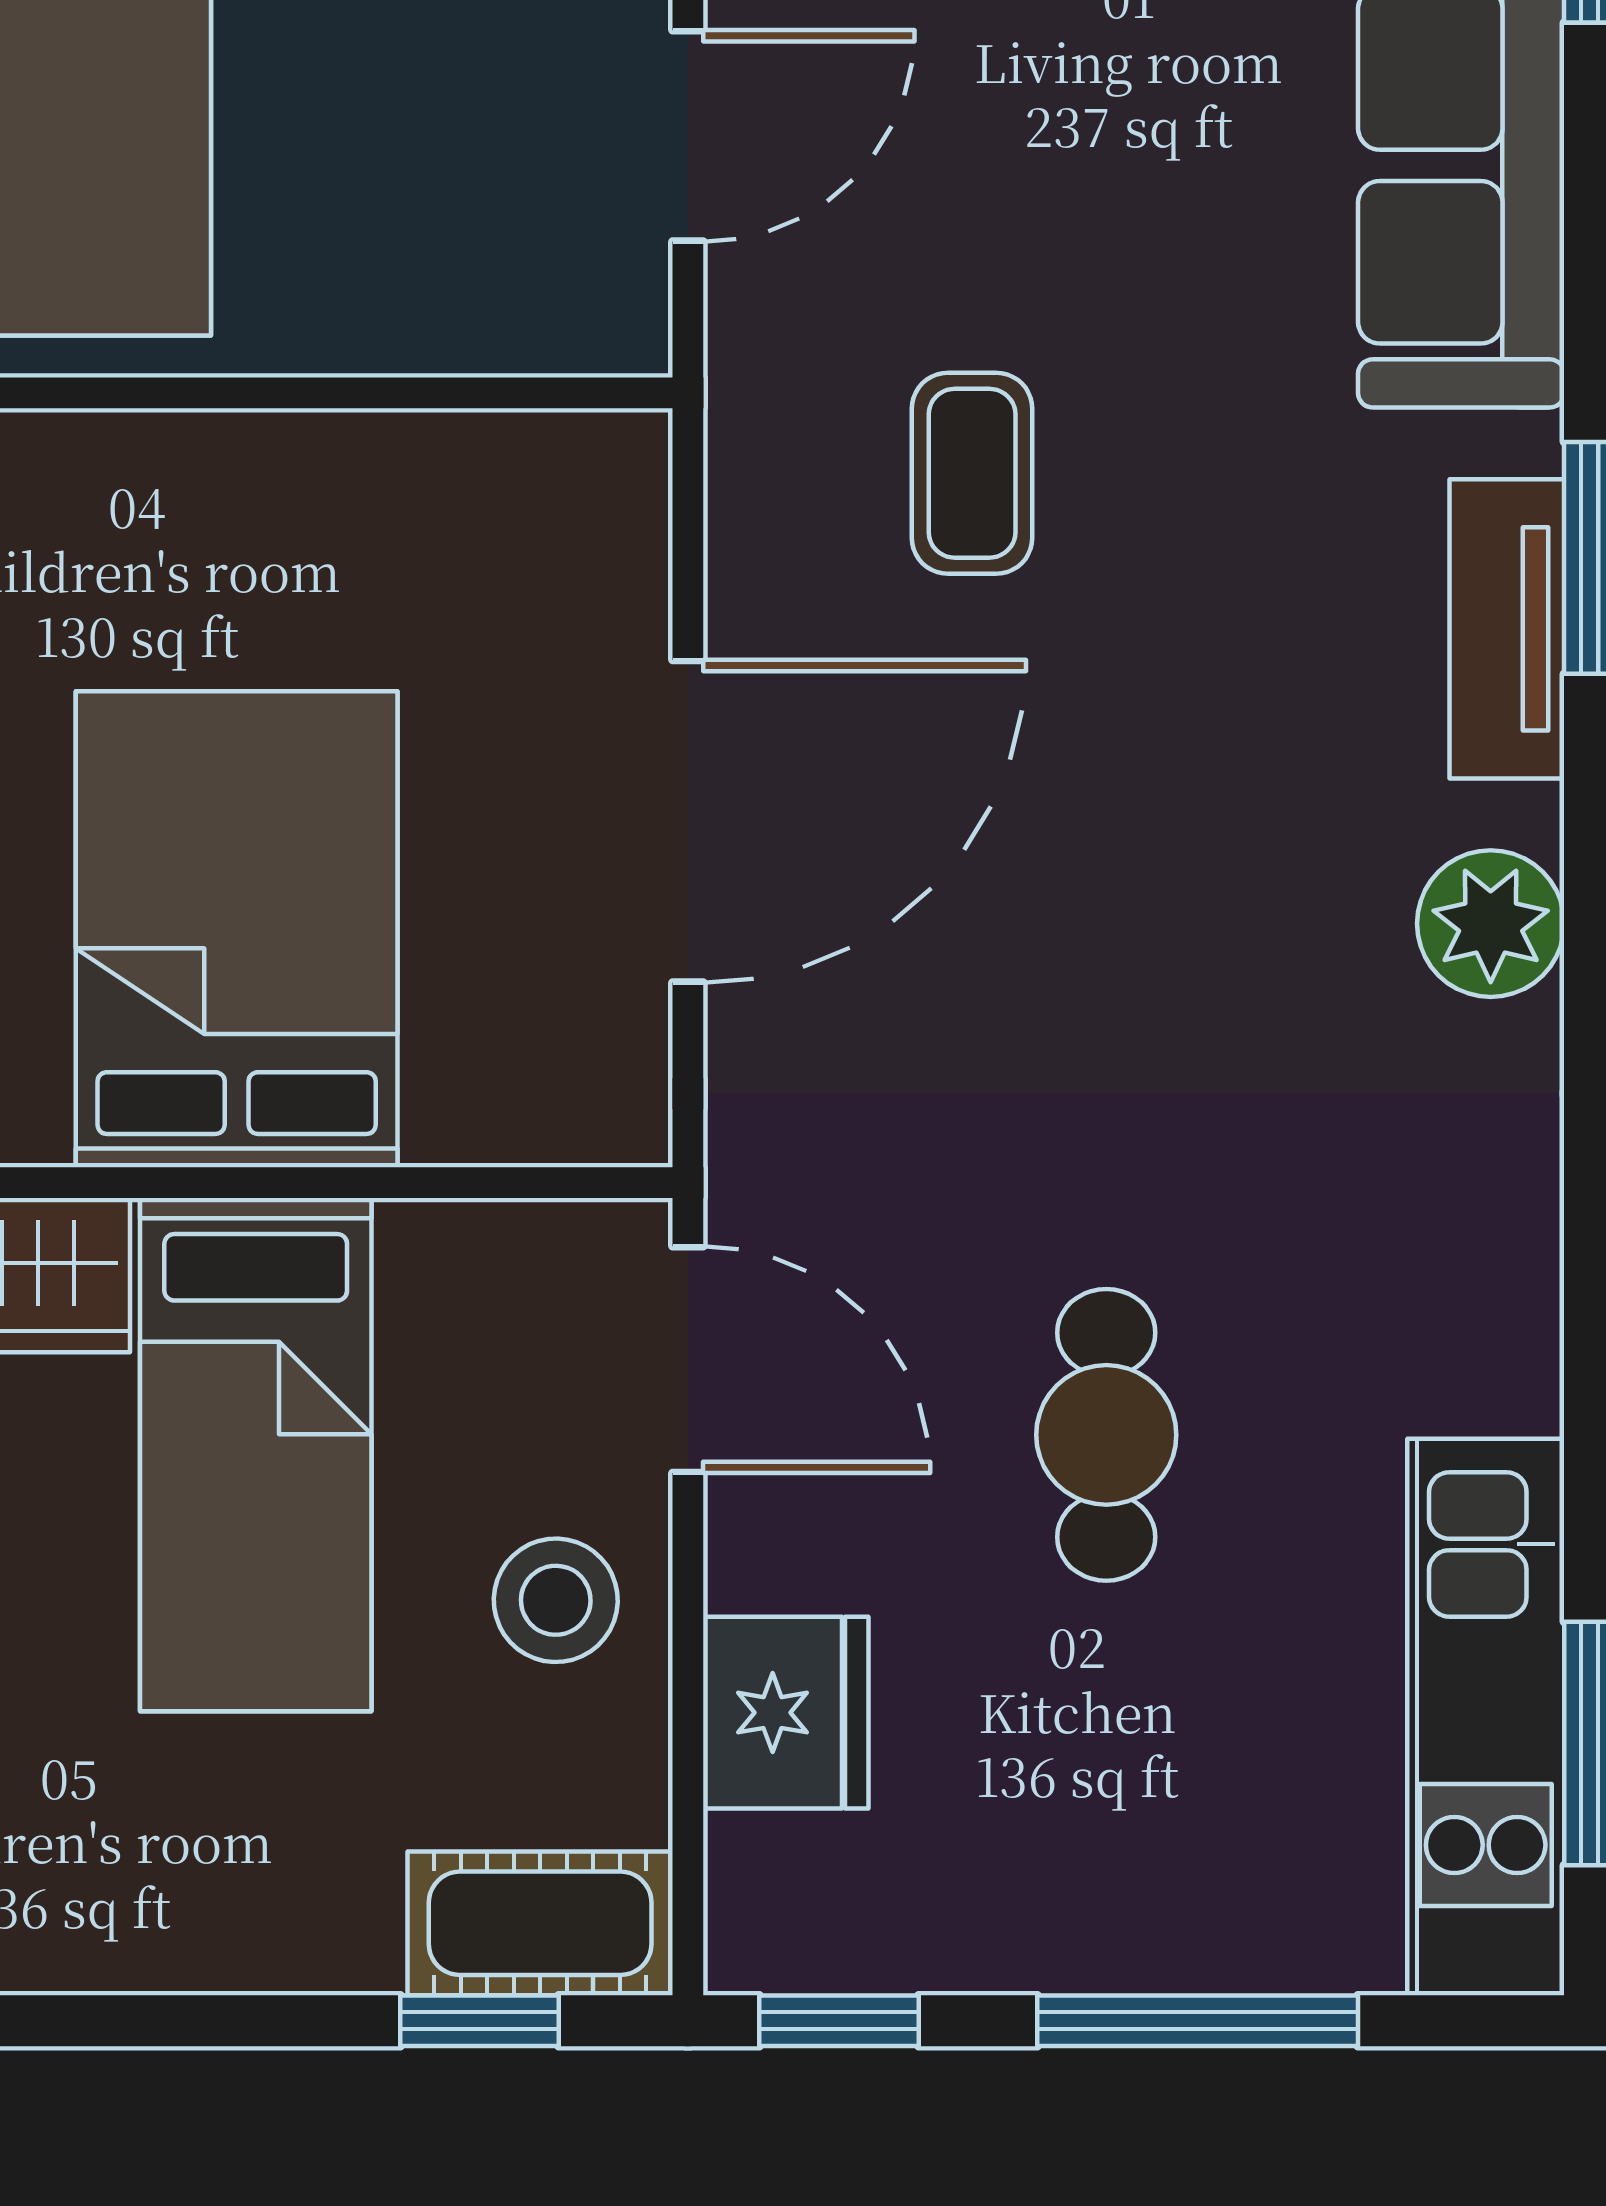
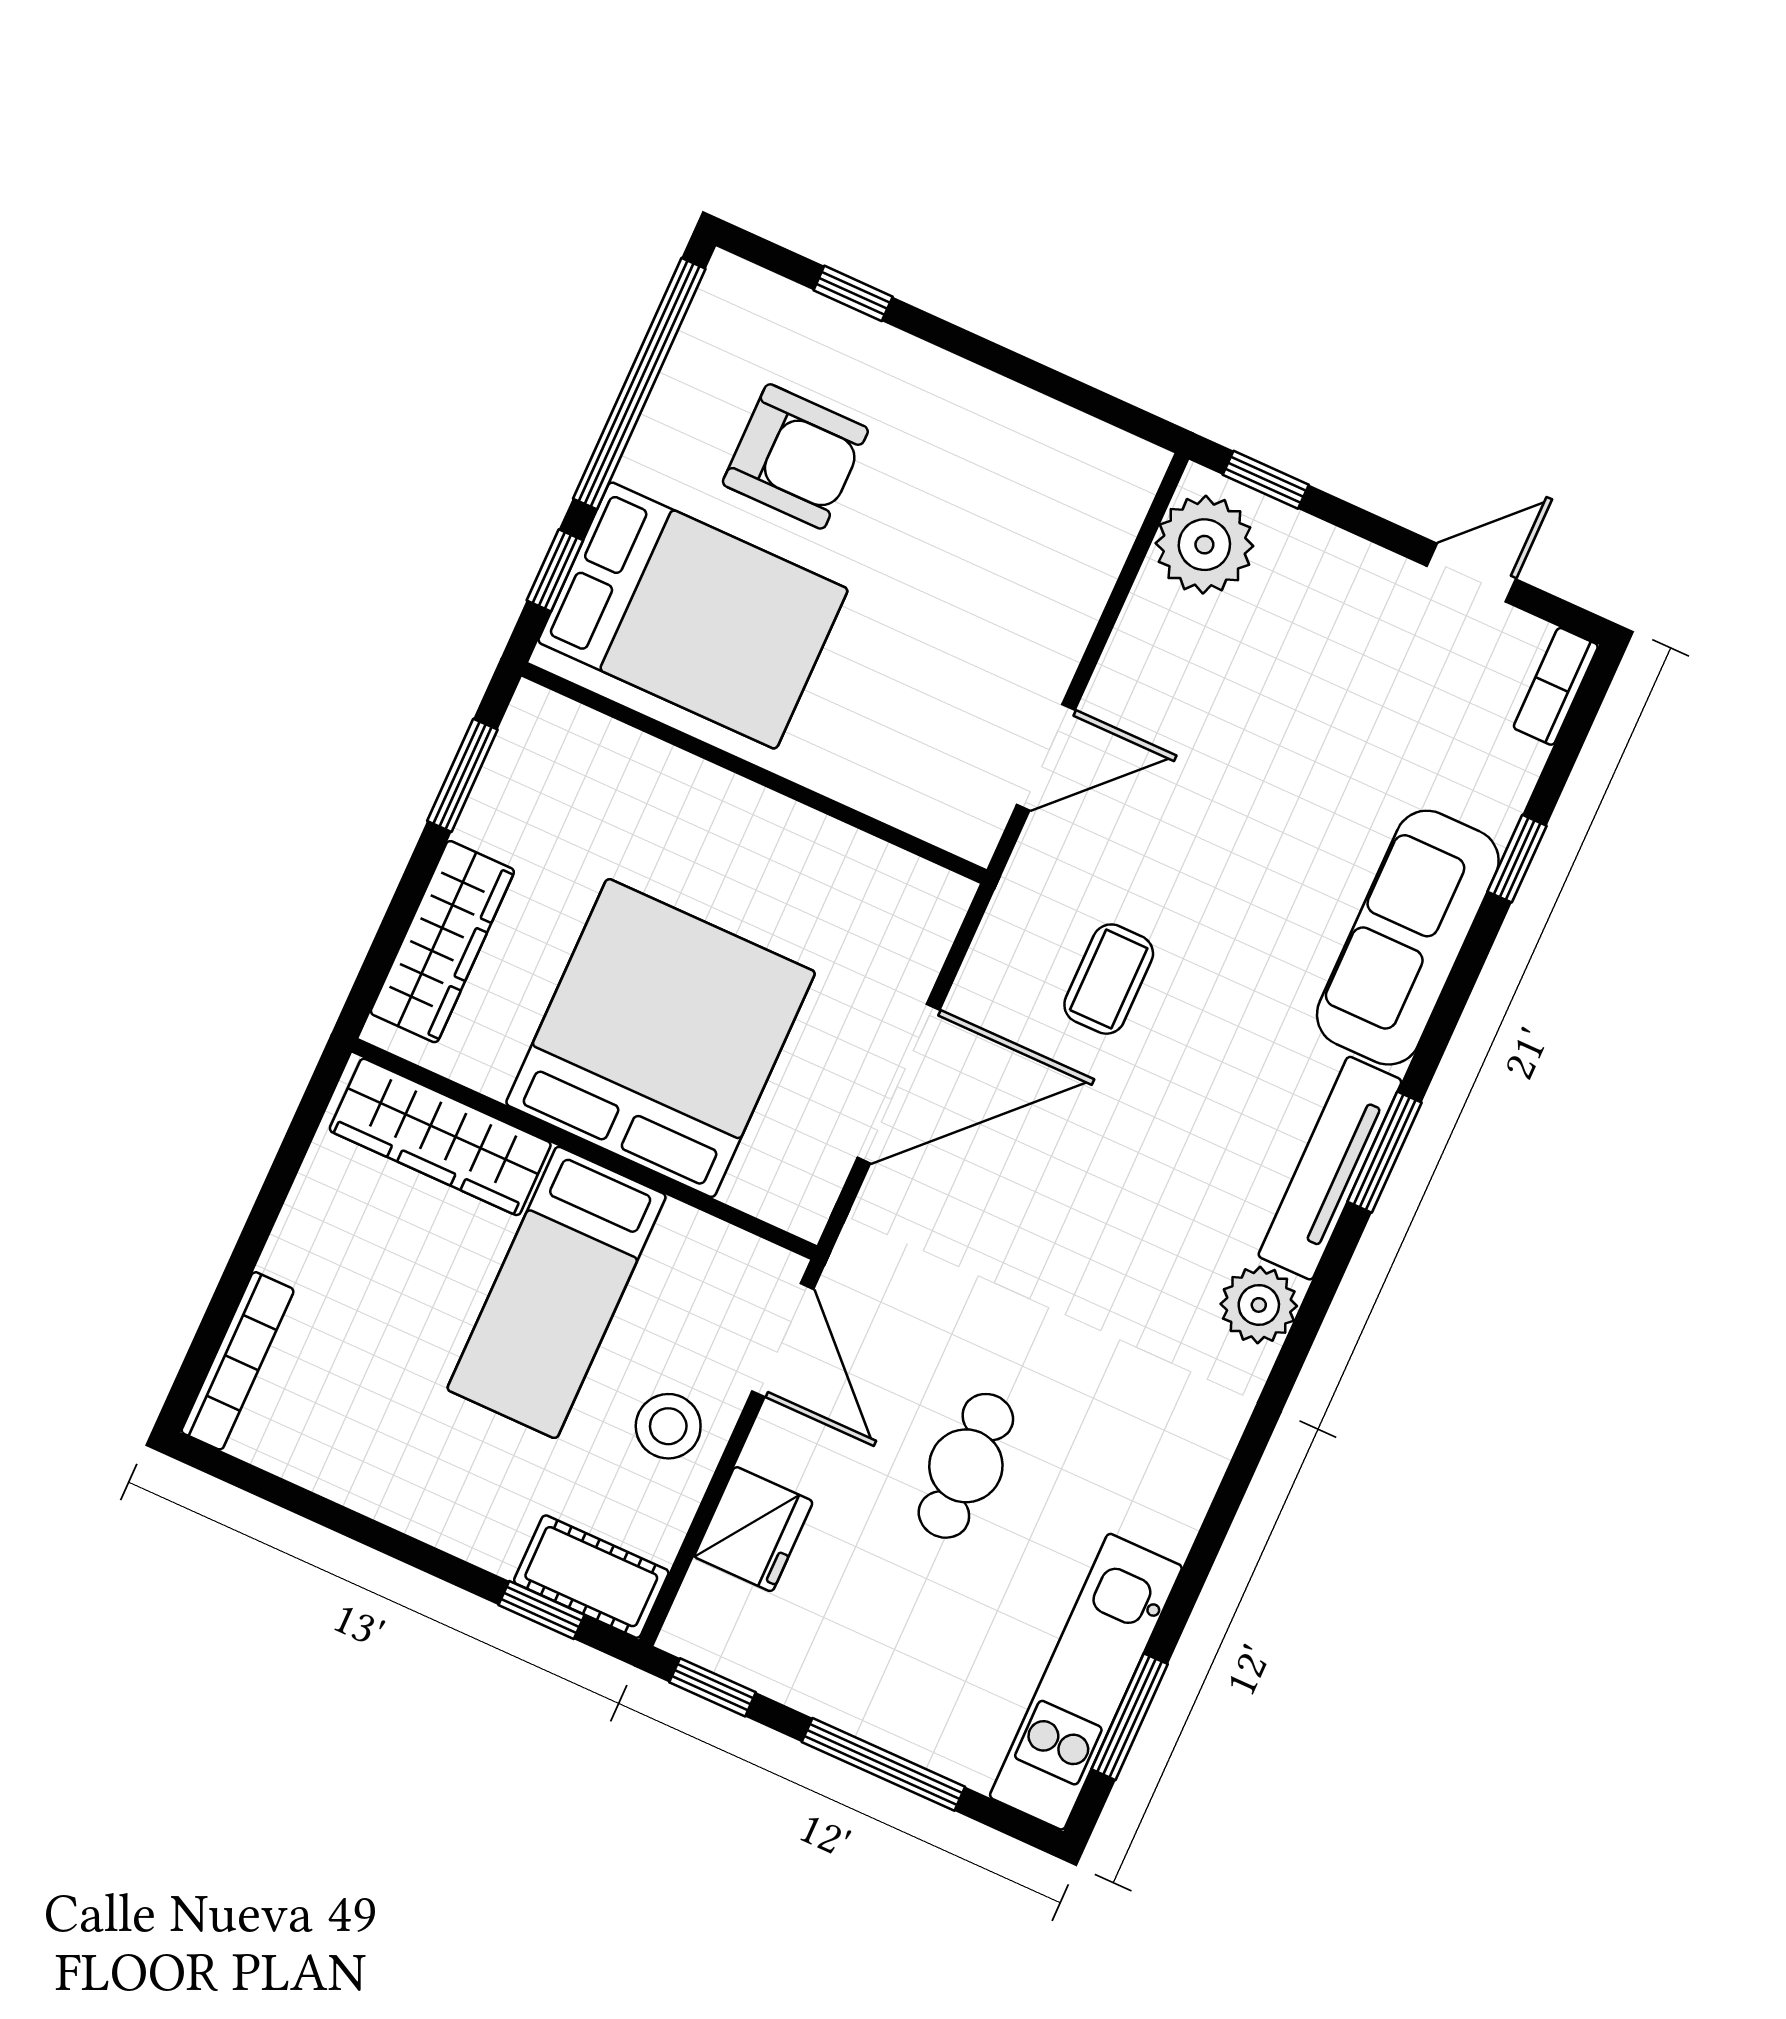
tv unit: (1507, 629) -> (1330, 1168), width x1.41
bed: (237, 929) -> (660, 1038), width x1.36

